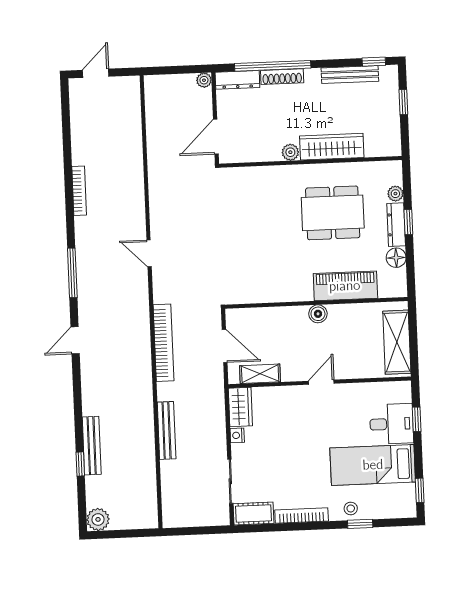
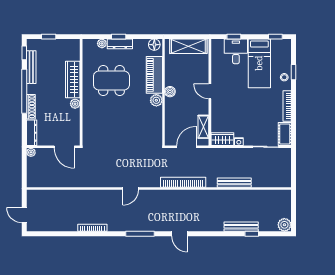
window: (273, 66) -> (24, 91), moved
dining table: (333, 213) -> (111, 81), turned 90
floor lamp: (396, 258) -> (154, 45), moved
plant: (302, 291) -> (156, 100), added

